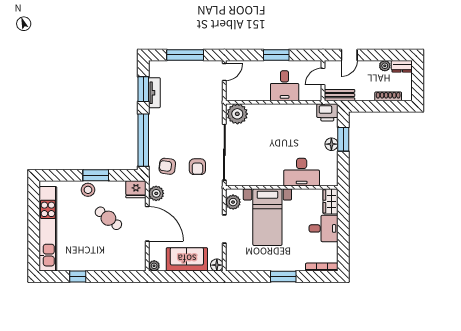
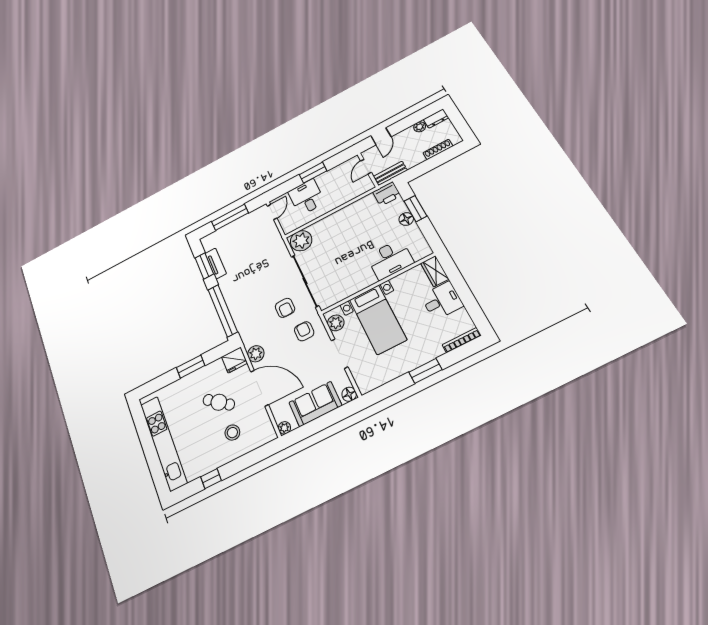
desk: (285, 86) -> (307, 197), moved, turned 180
armchair: (167, 166) -> (304, 331), moved, turned 83
stool: (88, 190) -> (232, 433), moved

